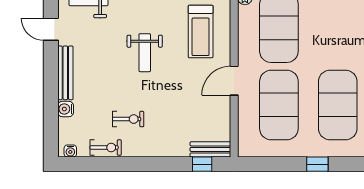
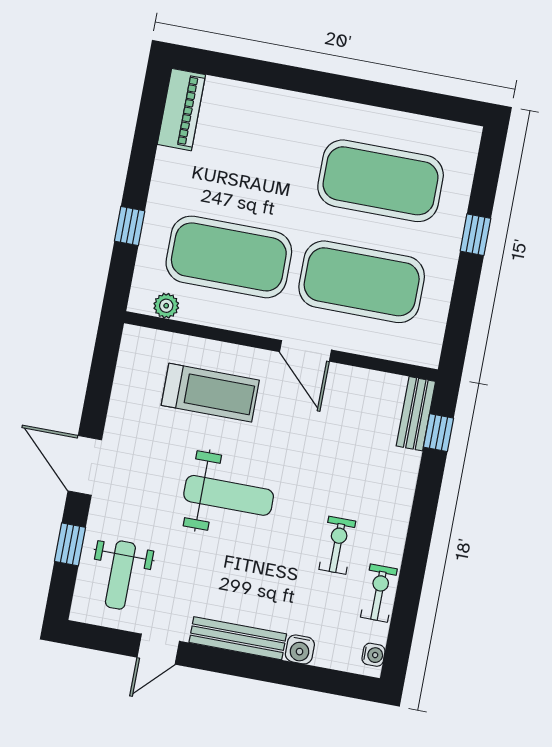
weight bench: (145, 53) -> (229, 495), width x1.36, depth x1.33

